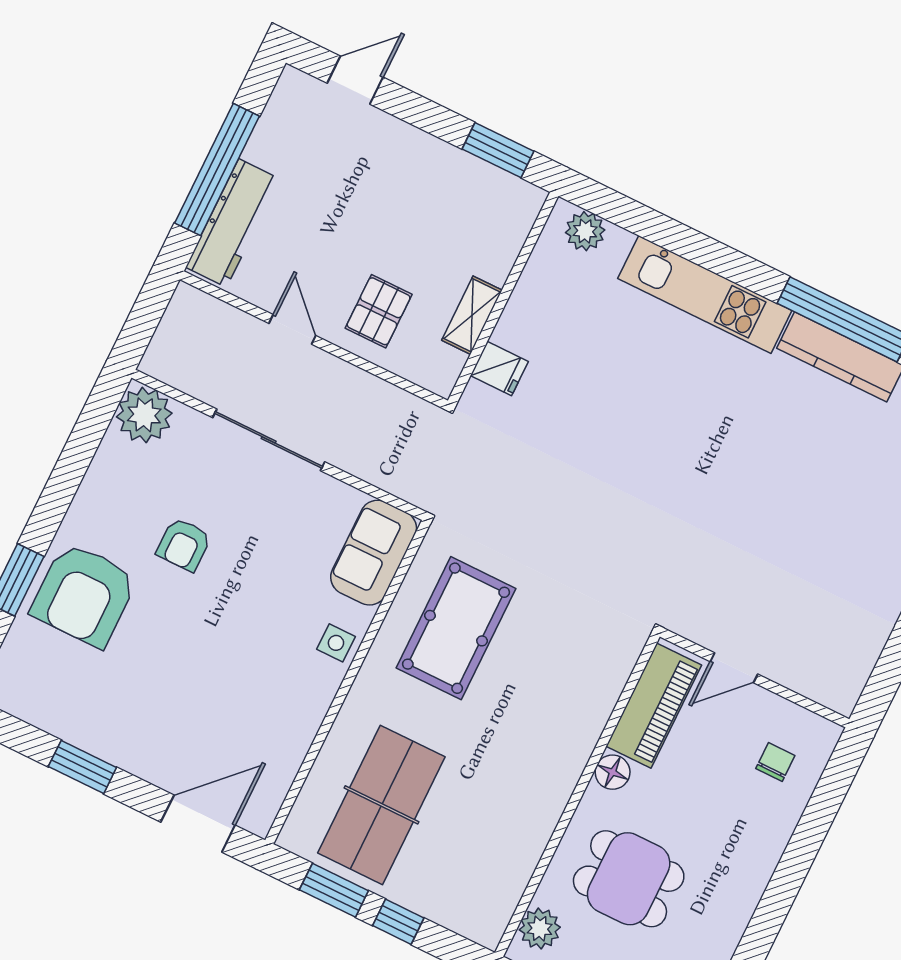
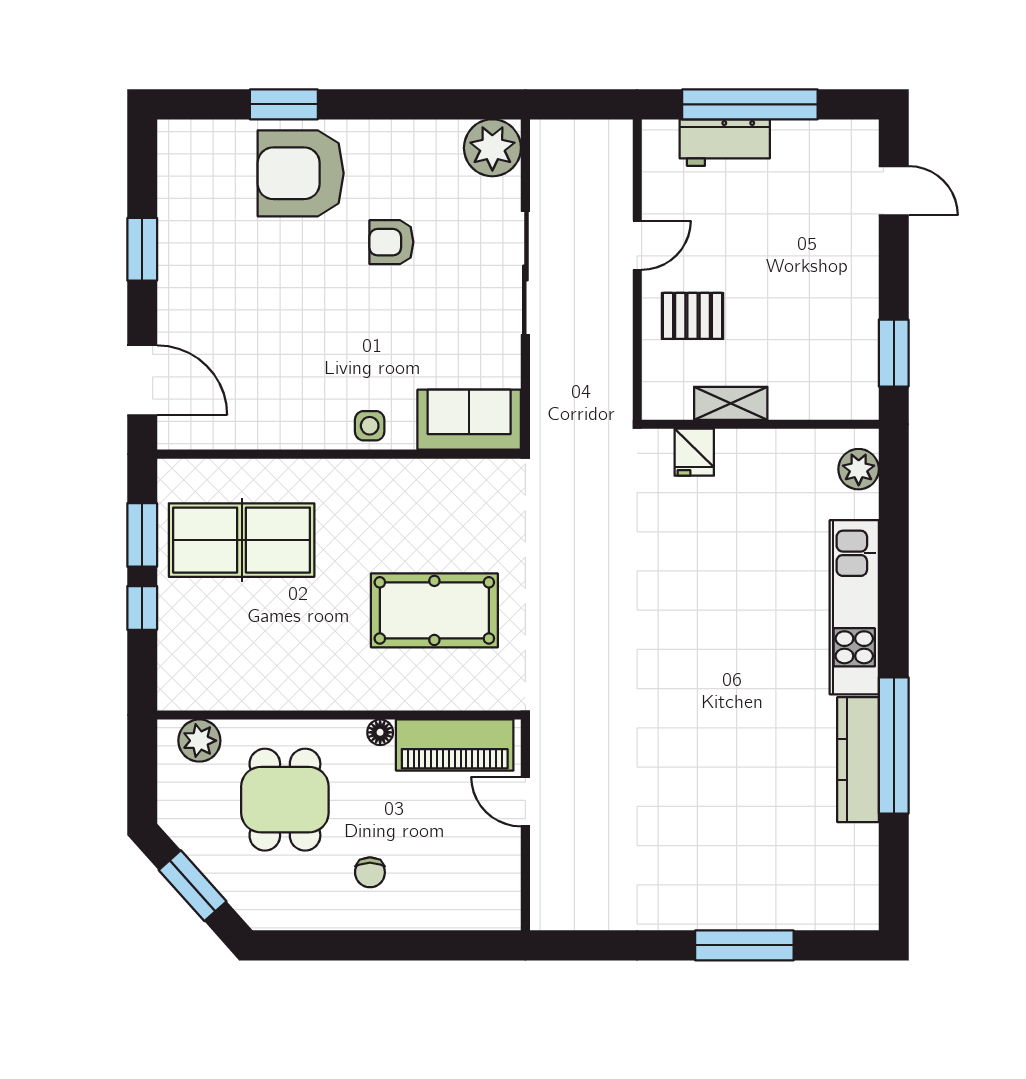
workbench: (233, 223) -> (725, 143), width x0.73
pool table: (456, 628) -> (434, 610), moved
chair: (775, 762) -> (370, 872), moved, turned 90
floor lamp: (613, 772) -> (380, 732), width x0.73, depth x0.73

